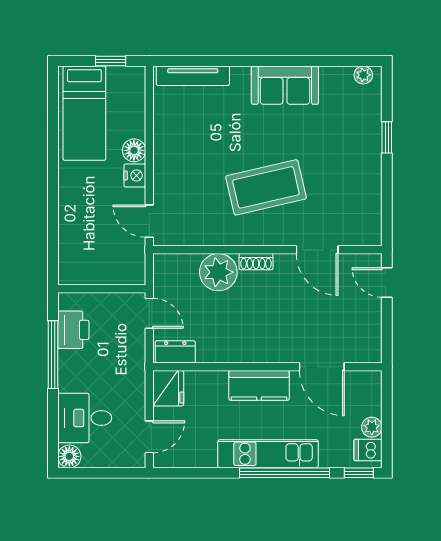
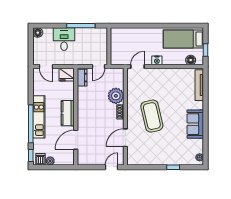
floor lamp: (134, 150) -> (191, 60), moved
printer: (73, 330) -> (91, 34), removed
desk: (85, 418) -> (64, 39), moved

